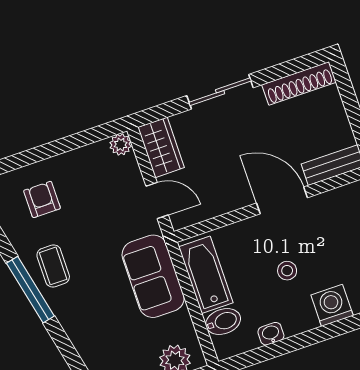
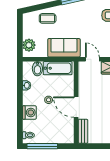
door: (282, 200) -> (76, 107), swing flipped
door: (157, 201) -> (92, 59), swing flipped
coffee table: (53, 266) -> (48, 18), moved

